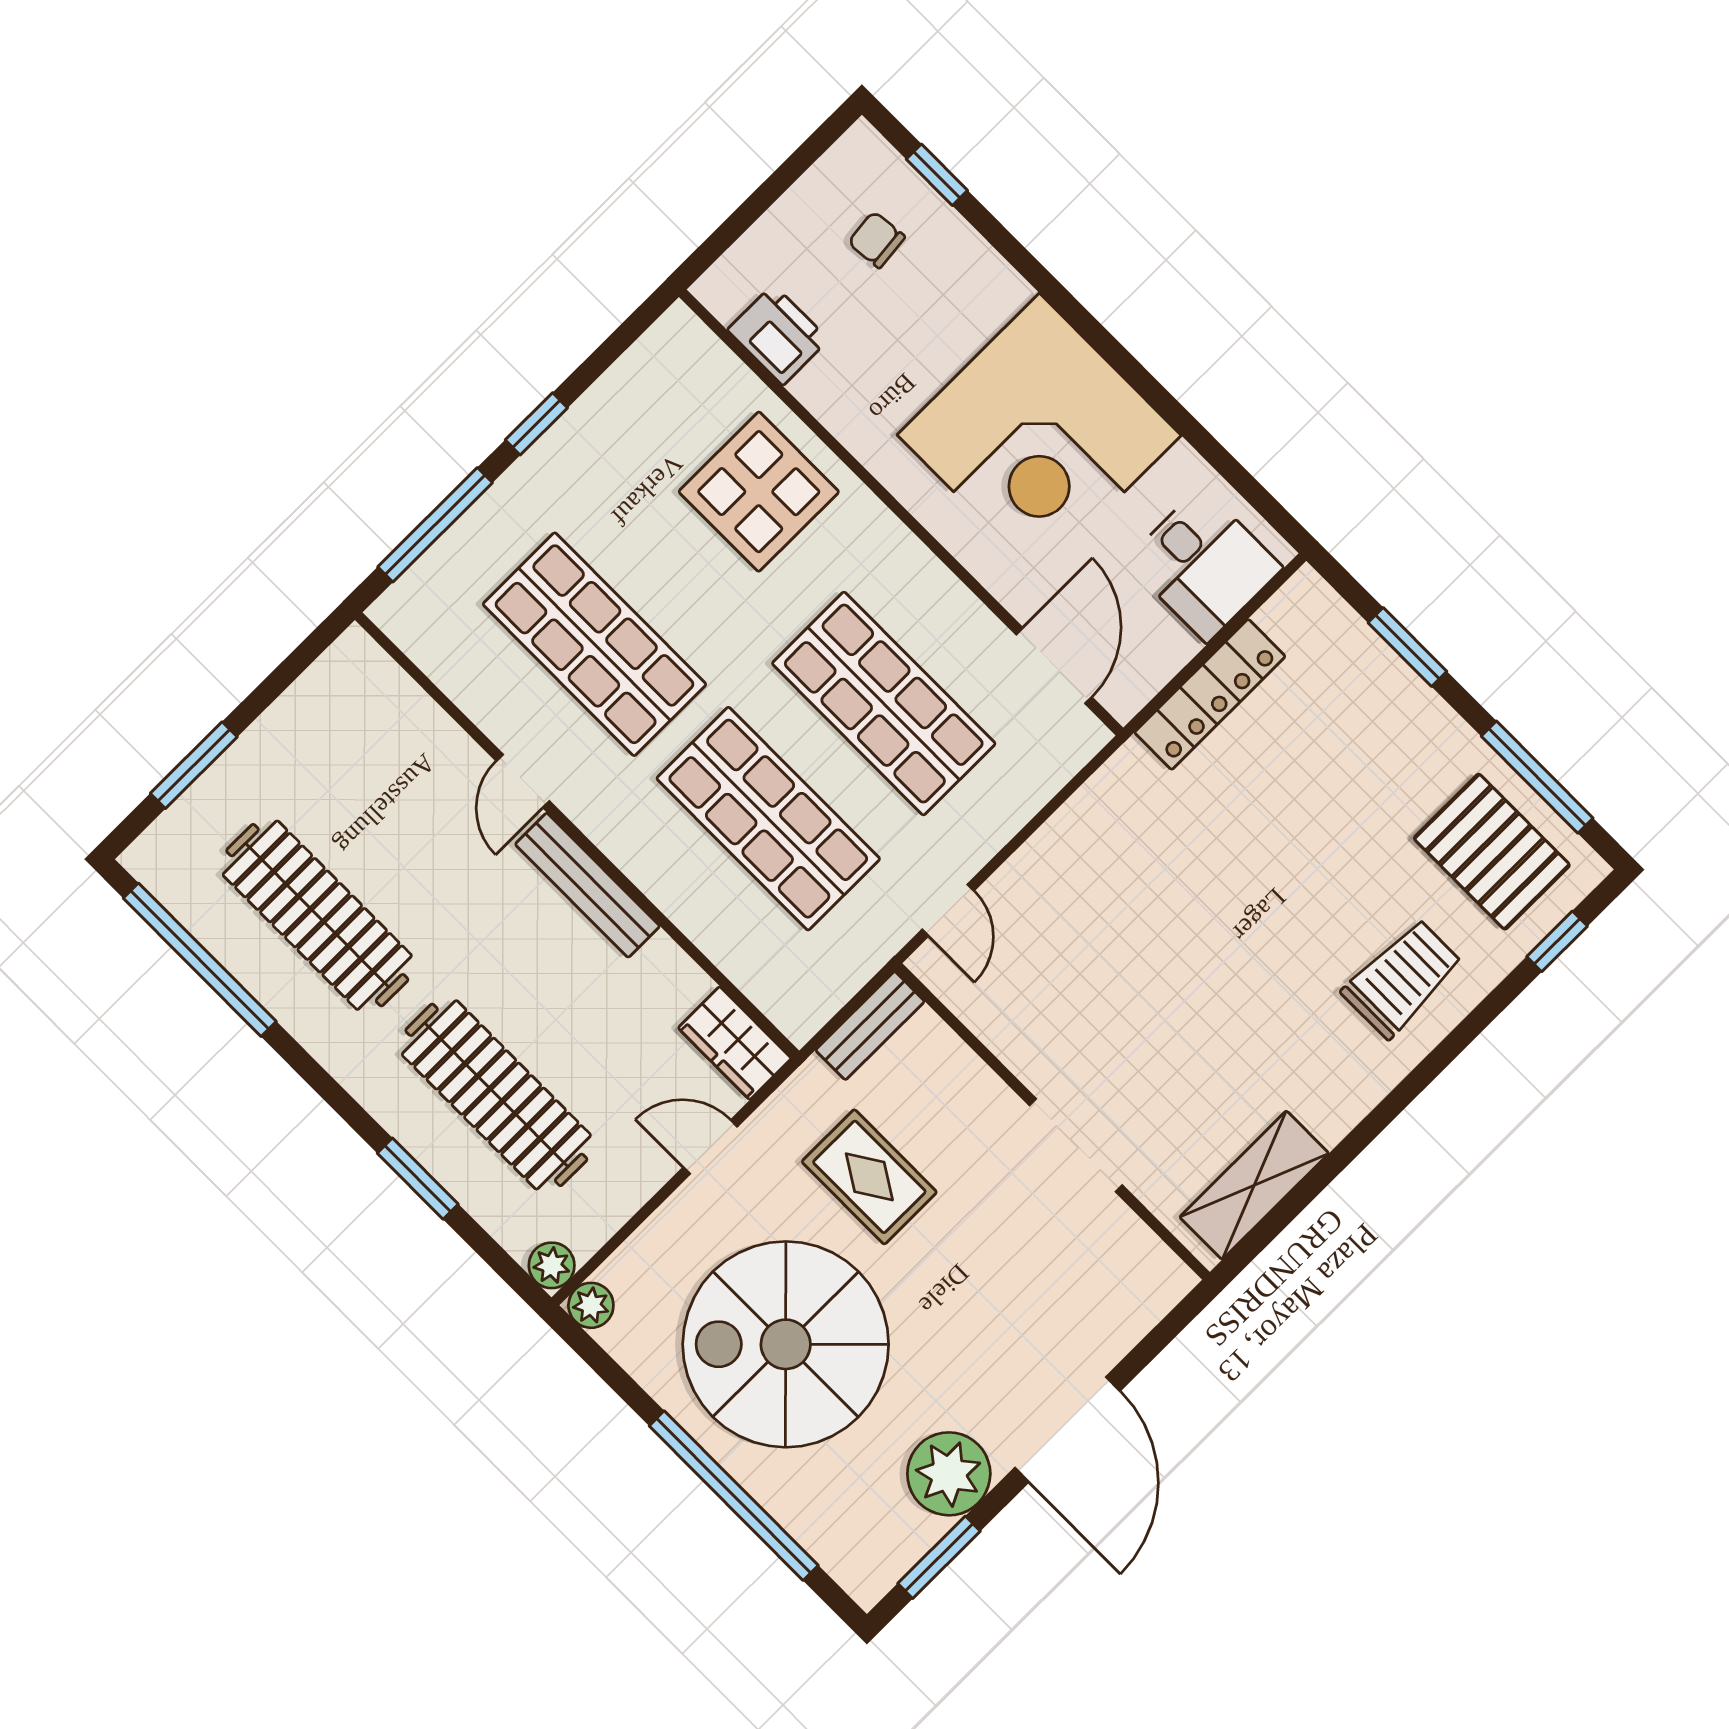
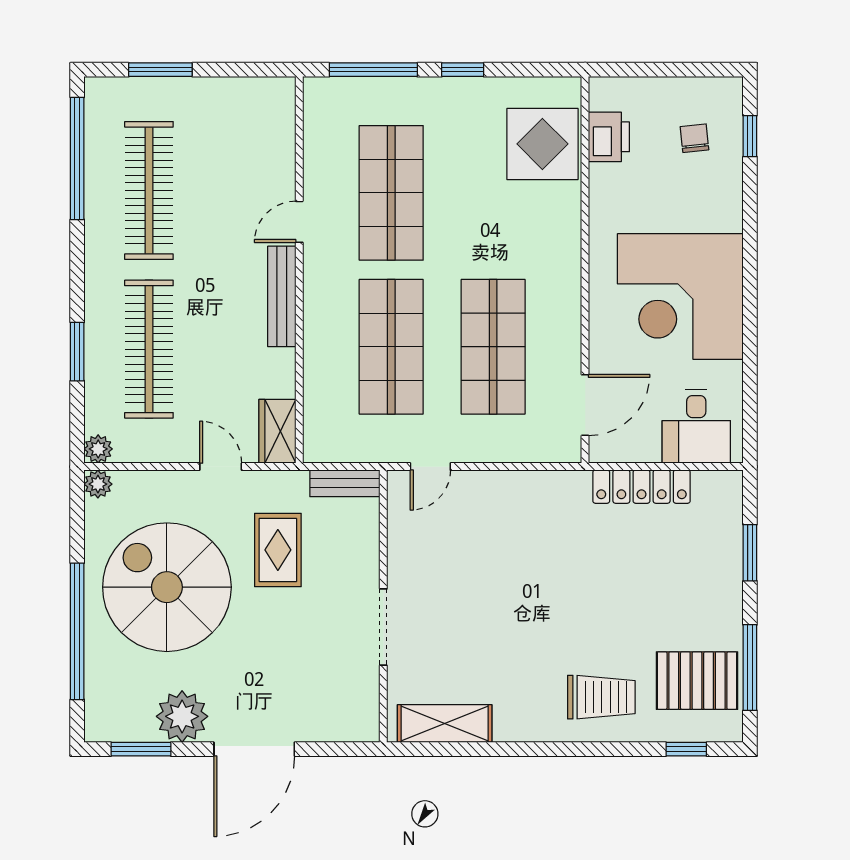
display table: (759, 492) -> (542, 144), moved
pallet: (1492, 852) -> (697, 681), turned 90

